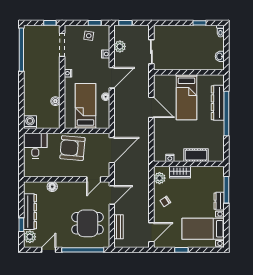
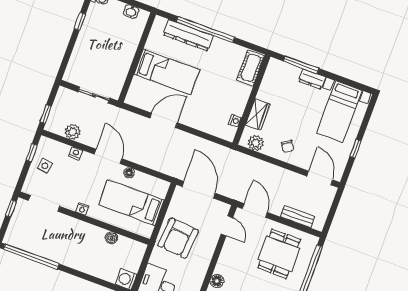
cot: (196, 155) -> (251, 68), moved

